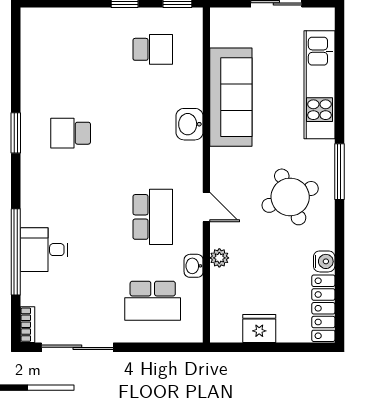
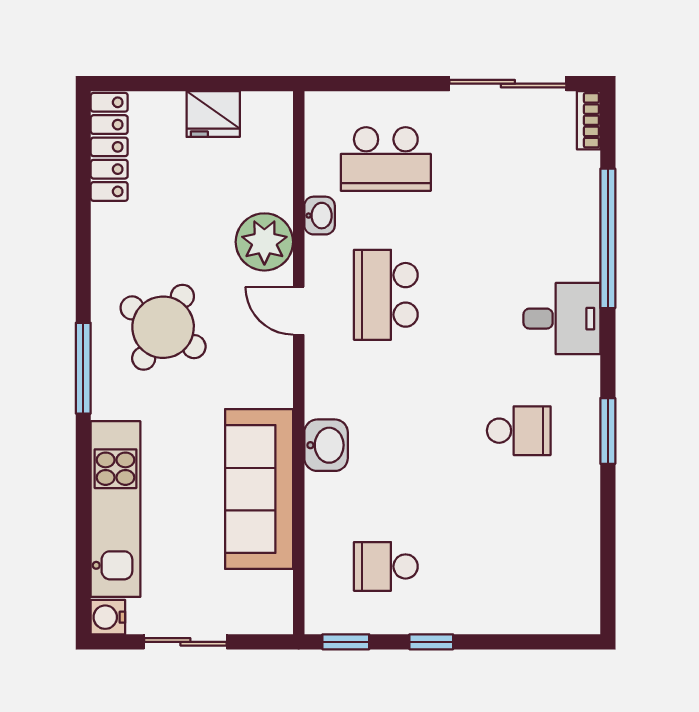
round table: (290, 197) -> (163, 327), turned -36
desk: (44, 250) -> (562, 319), moved
plant: (219, 258) -> (264, 242), width x1.88, depth x1.88
water cooler: (324, 261) -> (108, 617), moved
school desk: (153, 301) -> (386, 159), turned 180

